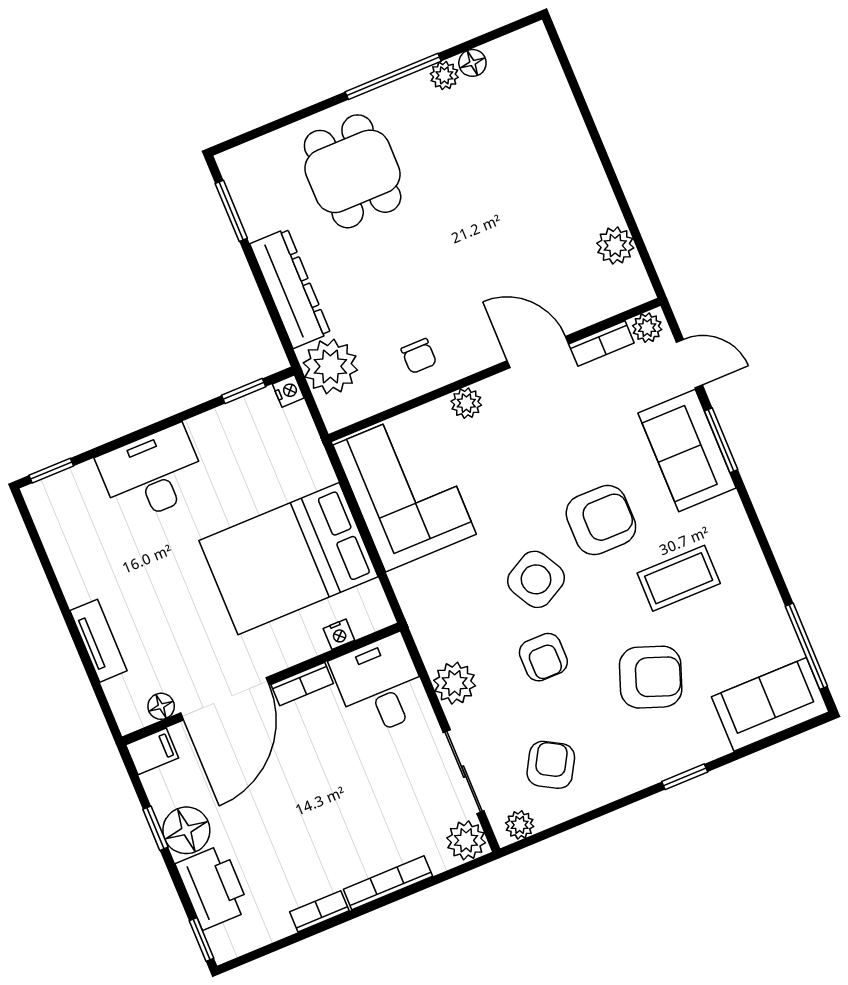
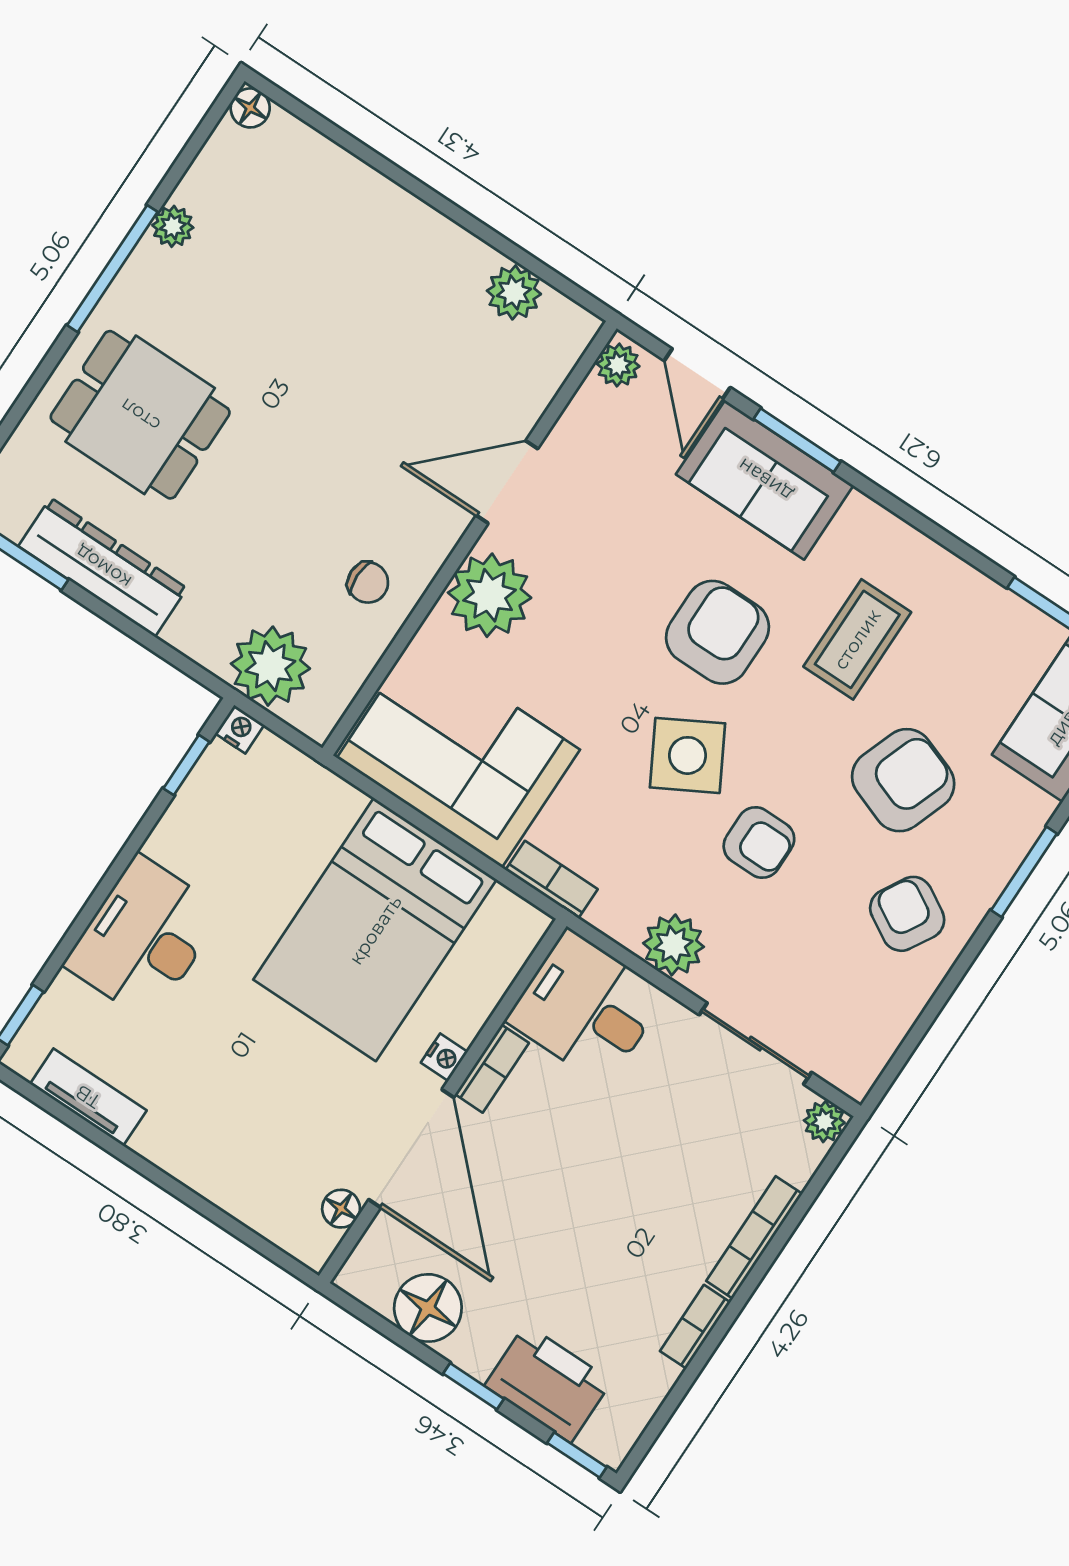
floor lamp: (472, 63) -> (250, 108), moved
dresser: (290, 288) -> (103, 567), moved
bookcase: (601, 344) -> (552, 880), moved, turned -90
door: (689, 364) -> (697, 374), swing flipped
plant: (466, 403) -> (490, 595), width x1.88, depth x1.88
nightstand: (339, 634) -> (444, 1057), moved
tv unit: (99, 641) -> (88, 1097), moved
filing cabinet: (152, 751) -> (367, 1270), removed
armchair: (551, 765) -> (907, 914), moved
window: (685, 777) -> (1024, 872), width x1.50
plant: (520, 825) -> (865, 1062), removed
window: (155, 828) -> (473, 1386), moved
floor lamp: (186, 830) -> (428, 1308), moved
plant: (466, 840) -> (824, 1122), width x0.73, depth x0.73

